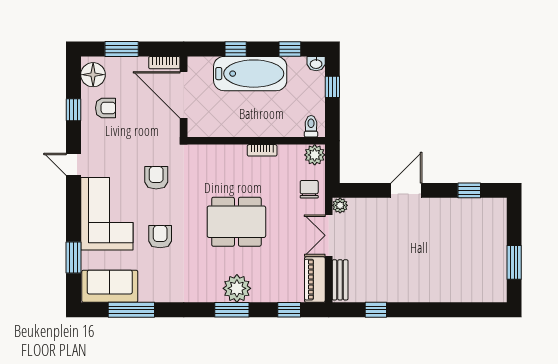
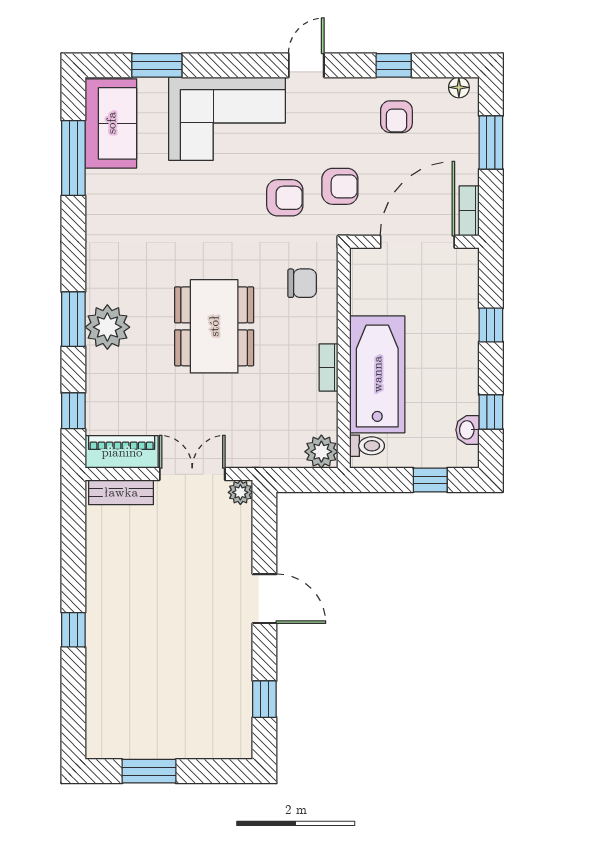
washbasin: (316, 64) -> (468, 430), moved
bathtub: (250, 74) -> (377, 374), moved, turned 180
floor lamp: (93, 75) -> (459, 87), width x0.53, depth x0.53
chair: (309, 189) -> (302, 283), moved
armchair: (160, 237) -> (340, 186), moved
window: (376, 310) -> (73, 630), moved

